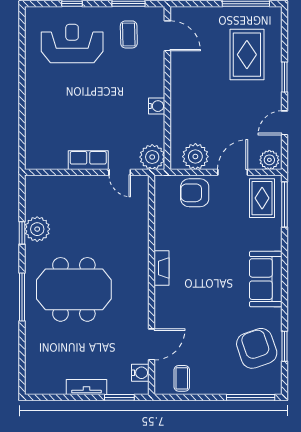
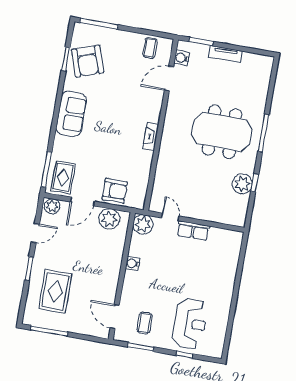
reception desk: (72, 44) -> (190, 324), turned -90

